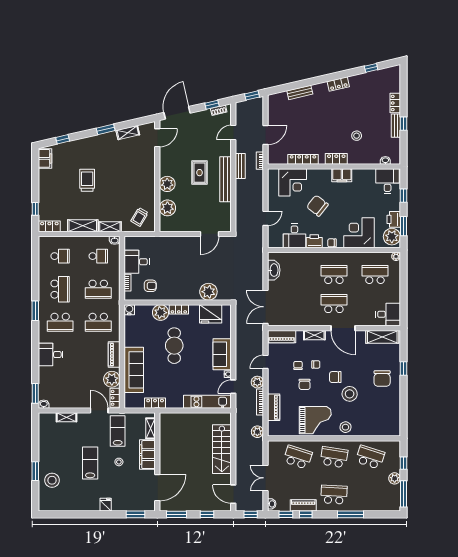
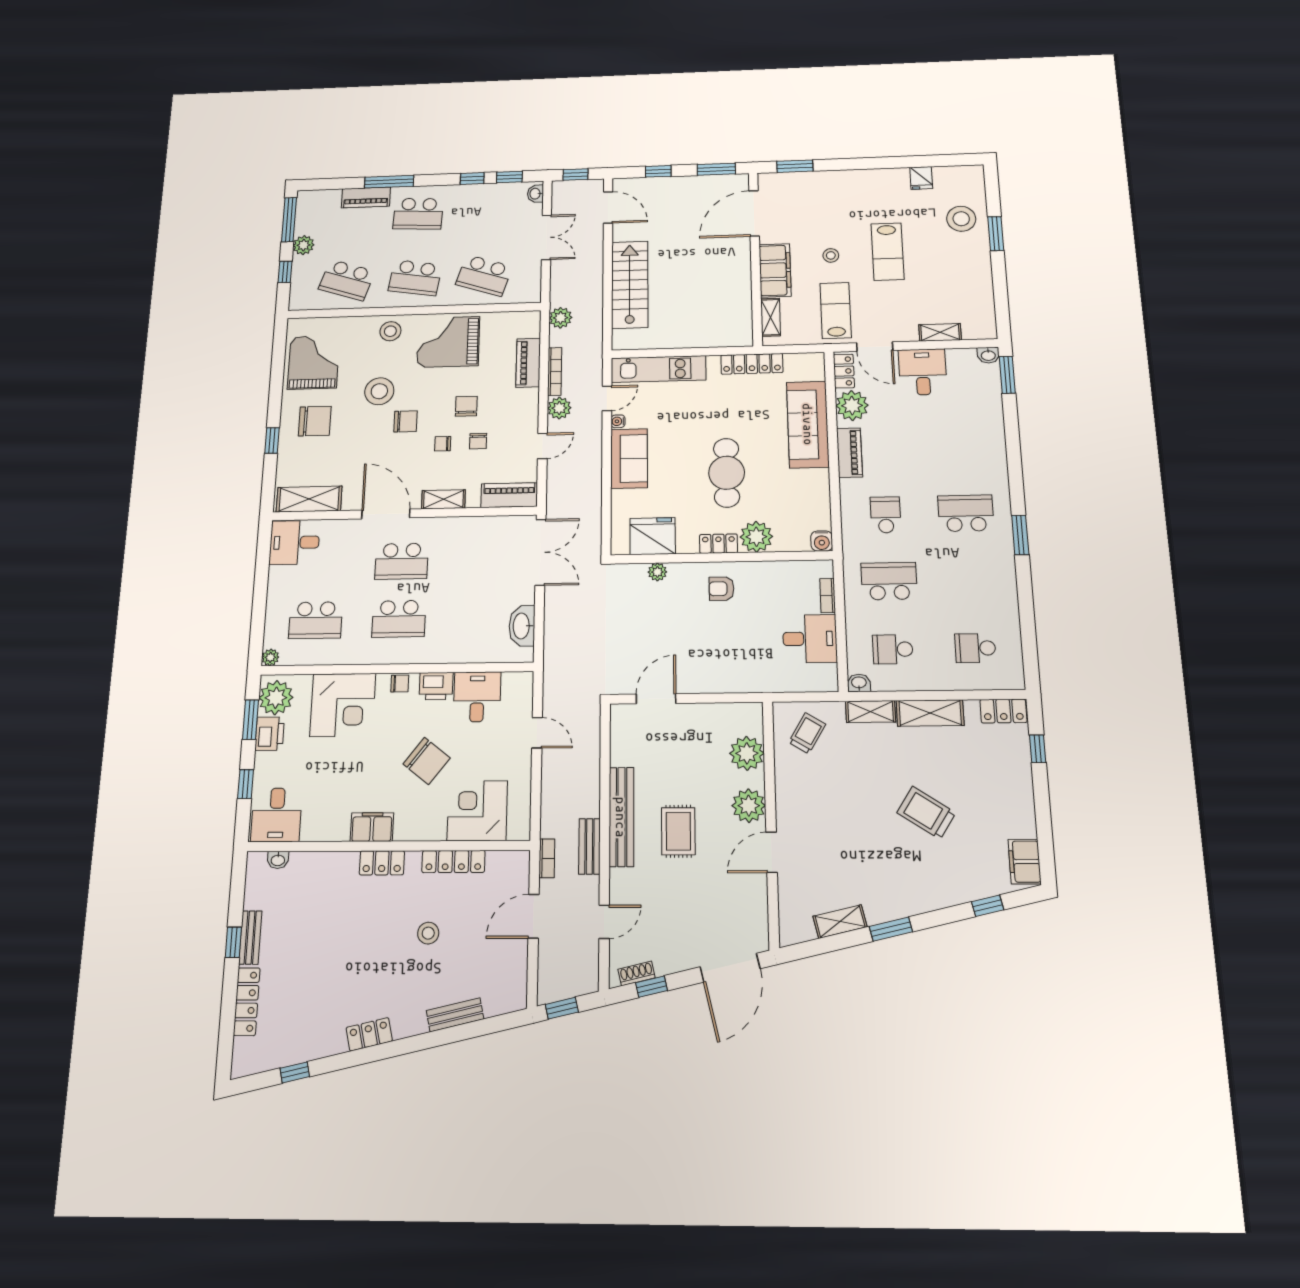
locker: (395, 103) -> (247, 1002), width x1.53
stool: (357, 136) -> (428, 933), moved
door: (157, 138) -> (772, 852), moved
trolley: (87, 180) -> (926, 813), turned 123
door: (265, 218) -> (537, 733), swing flipped
armchair: (150, 286) -> (722, 589), moved
school desk: (60, 289) -> (970, 580), removed
plant: (208, 292) -> (657, 572), width x0.53, depth x0.53
school desk: (98, 322) -> (886, 515), width x0.54
desk: (51, 355) -> (923, 372), moved, turned -90
chair: (382, 378) -> (315, 421), turned 90
locker: (155, 403) -> (752, 364), width x1.53
grand piano: (385, 411) -> (314, 362), added
lab bench: (118, 431) -> (836, 310), turned 180
fridge: (106, 505) -> (921, 178), moved
piano: (303, 505) -> (366, 197), moved

